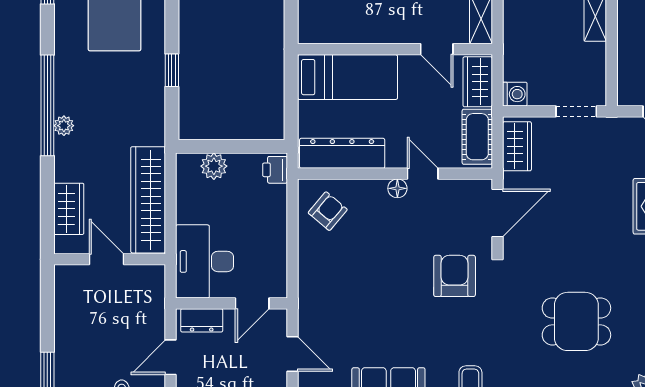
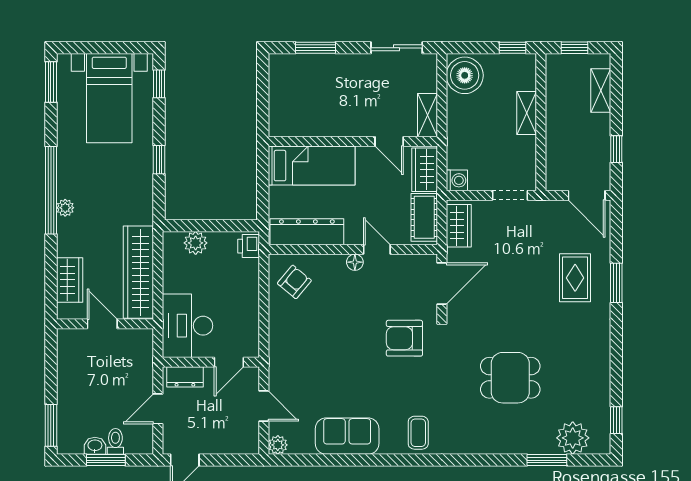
armchair: (455, 276) -> (404, 338), turned -90

